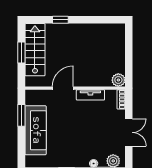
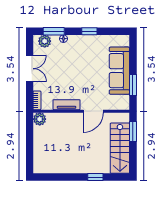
window: (21, 53) -> (133, 131), moved
double door: (129, 132) -> (30, 69), swing flipped

